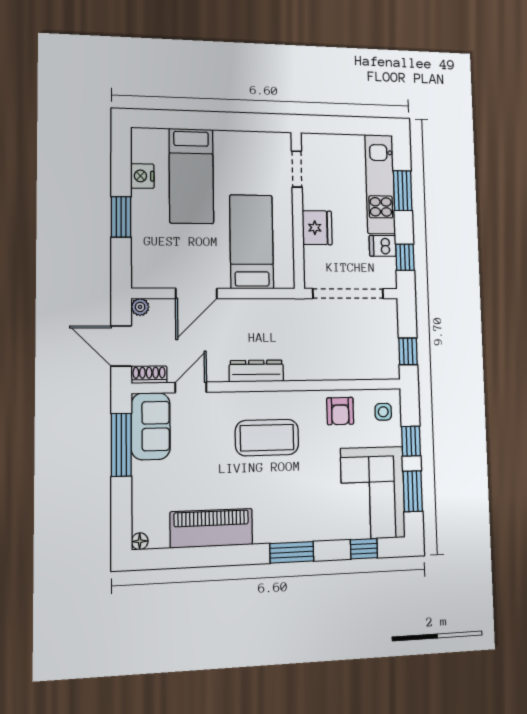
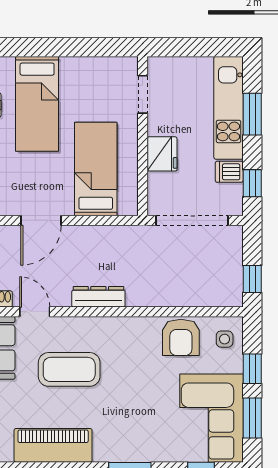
door: (191, 387) -> (35, 312), hinge flipped
armchair: (340, 411) -> (181, 337), width x1.38, depth x1.38
coffee table: (267, 438) -> (69, 369), moved

